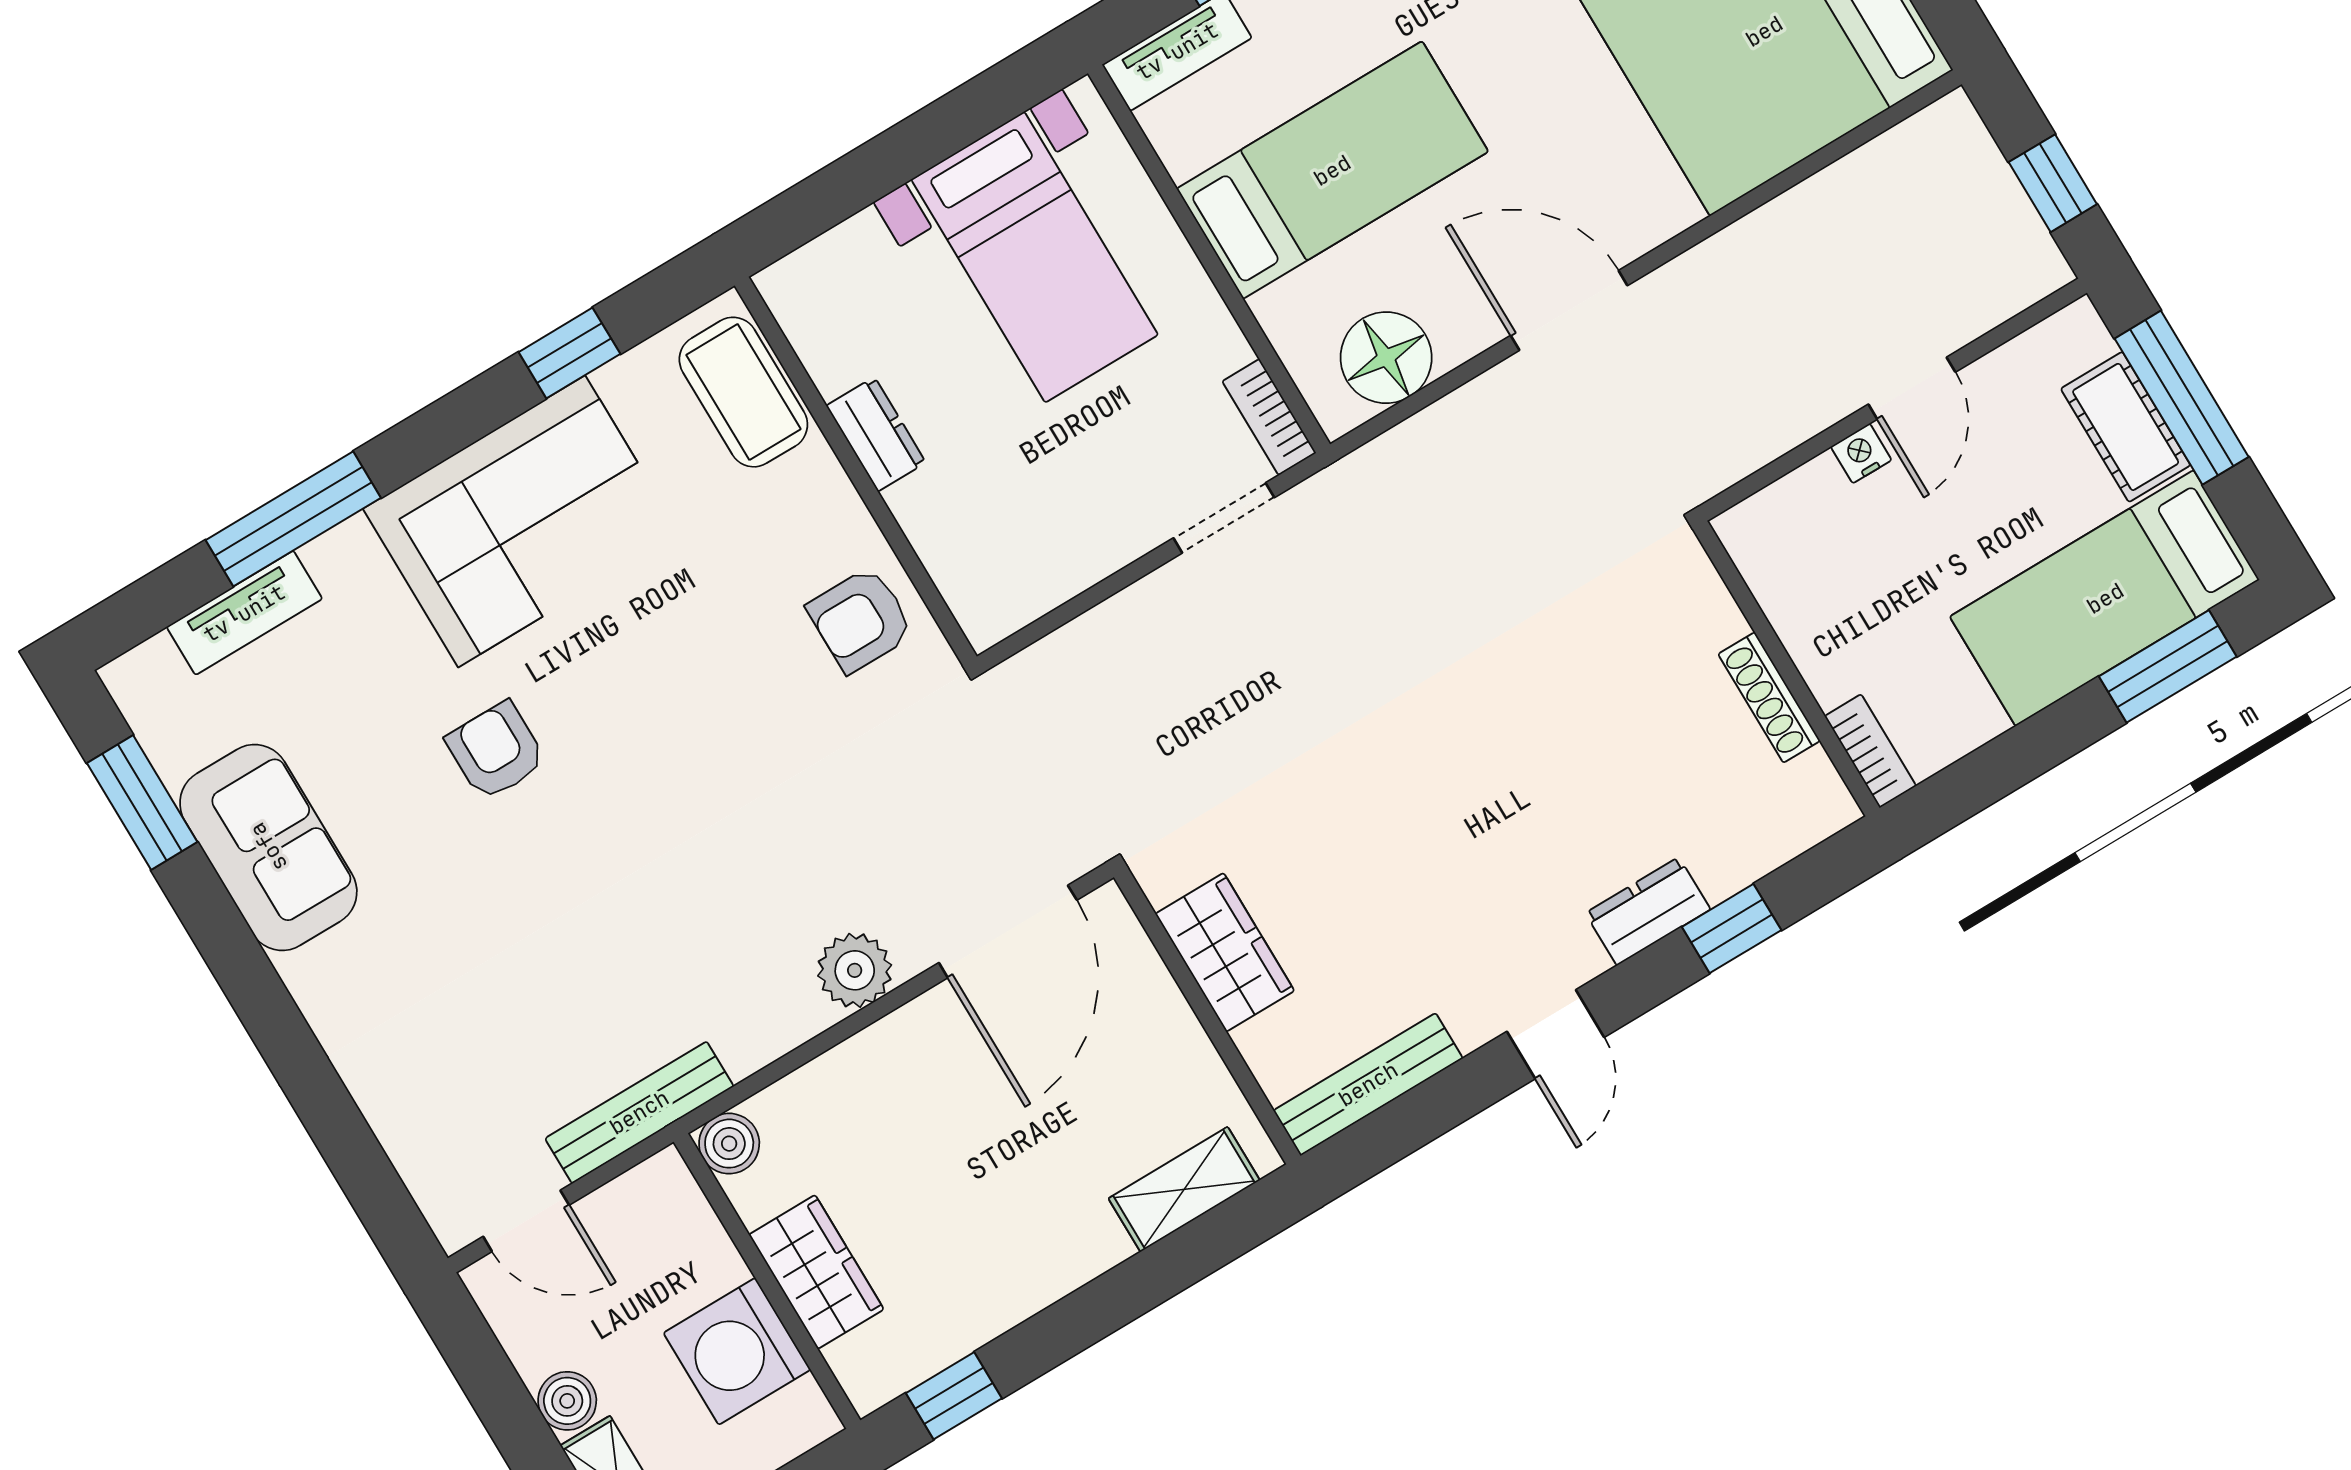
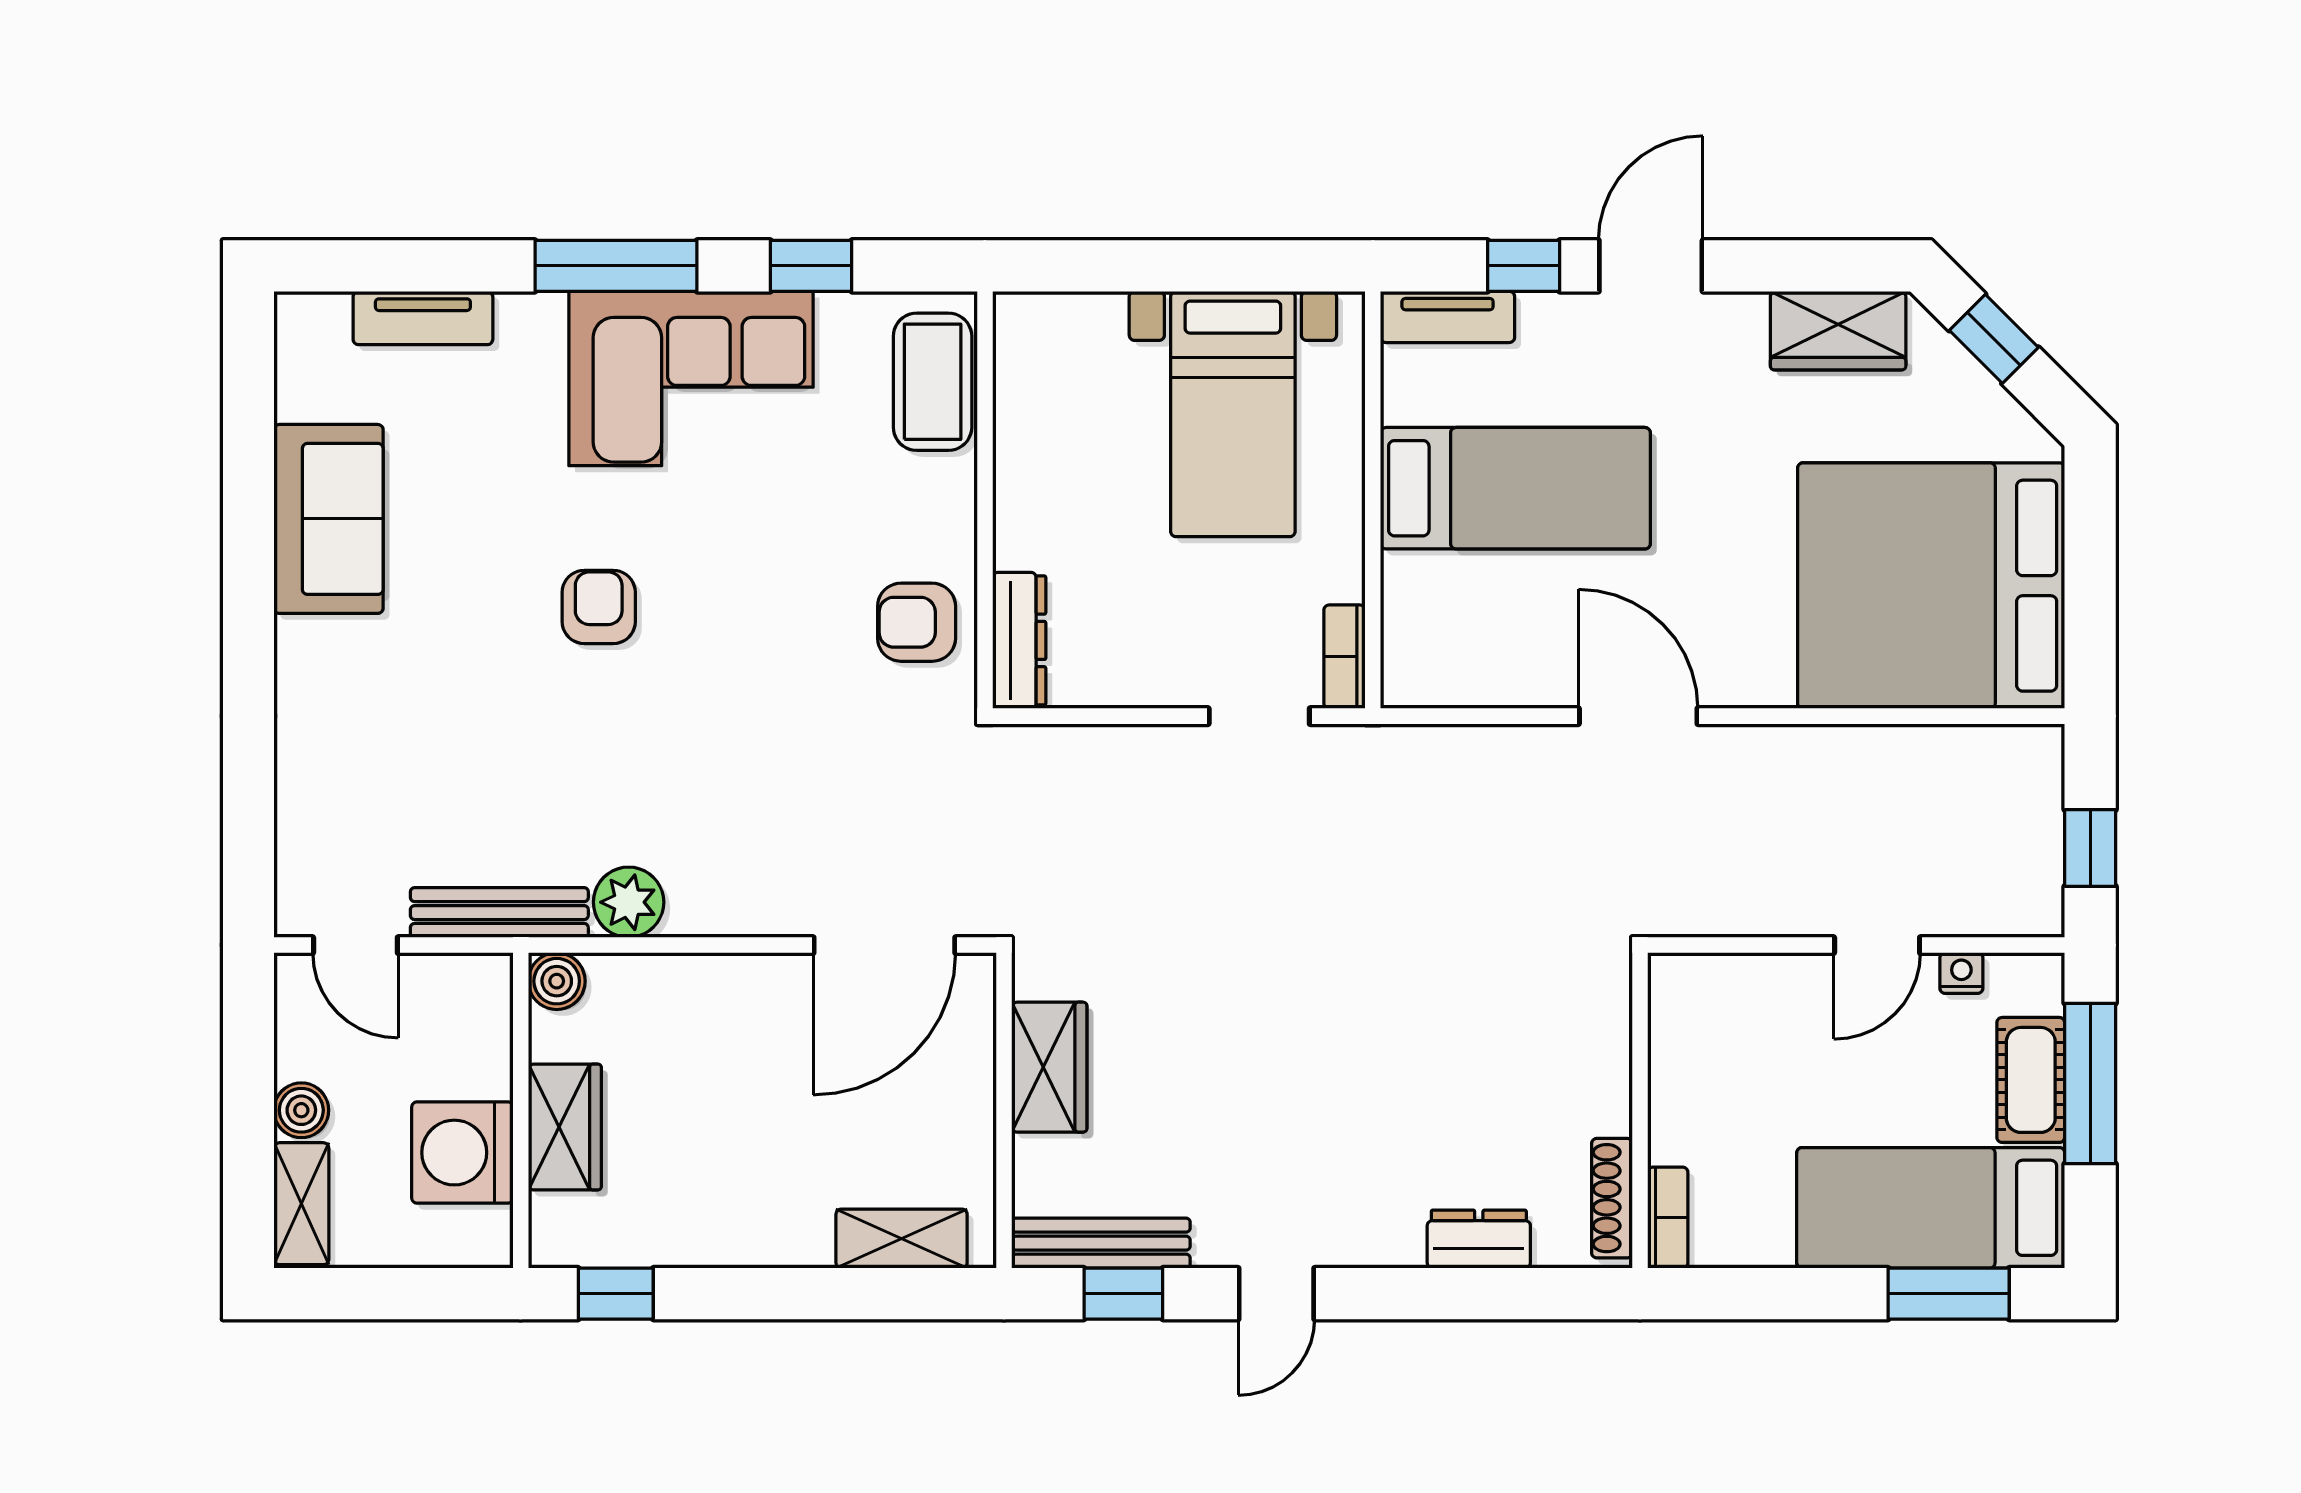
floor lamp: (1386, 358) -> (1468, 666), removed
dresser: (876, 434) -> (1019, 640), moved, width x1.44
nightstand: (1861, 453) -> (1961, 973), moved
window: (293, 519) -> (616, 266), moved
shoe rack: (1769, 697) -> (1612, 1198), moved
armchair: (496, 751) -> (599, 607), moved
window: (142, 803) -> (248, 421), removed
dresser: (1648, 911) -> (1479, 1239), moved
window: (1732, 929) -> (1123, 1294), moved
plant: (855, 970) -> (629, 902), moved

